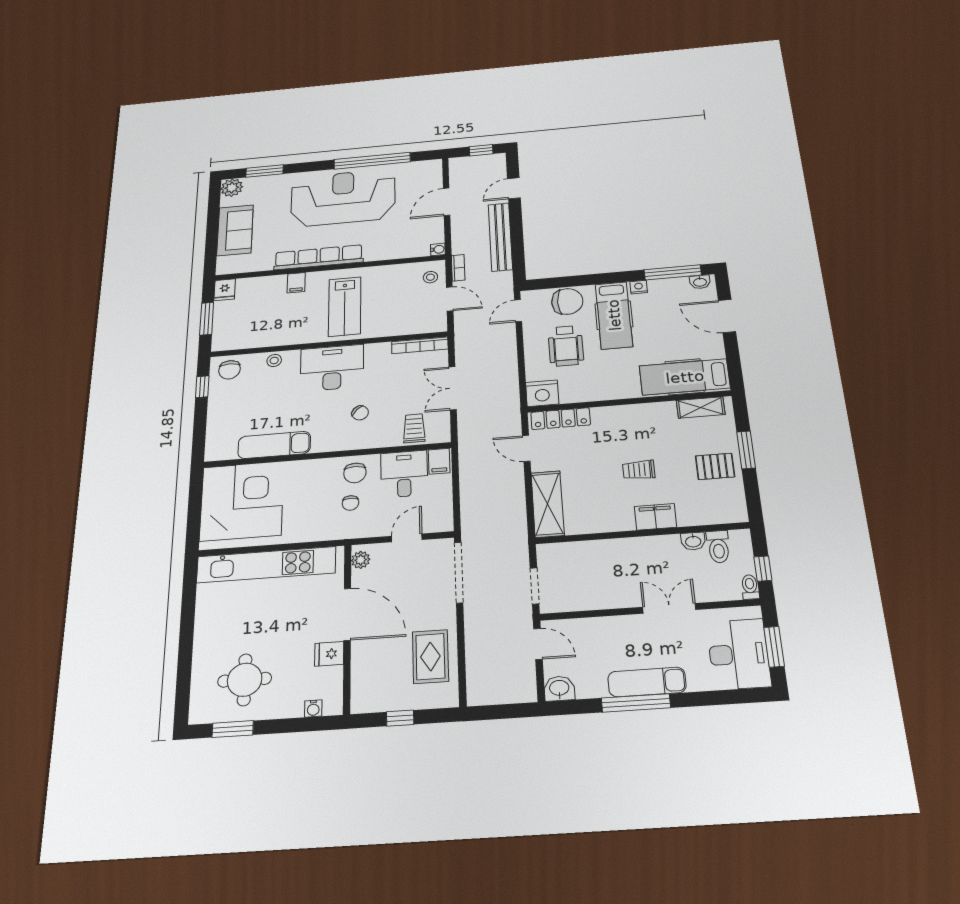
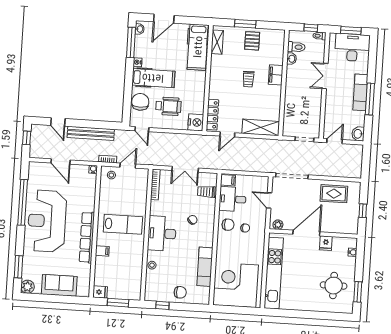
chair: (230, 370) -> (180, 292), moved

